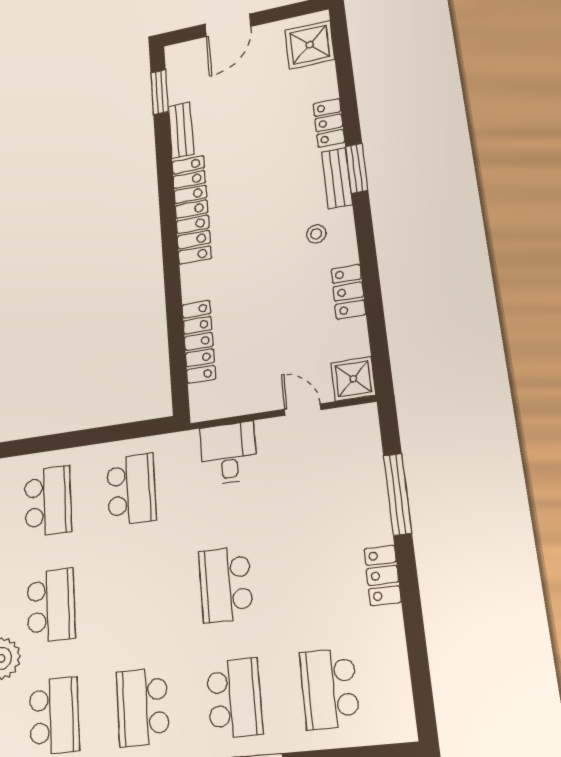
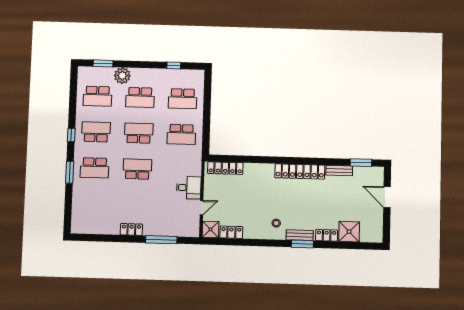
shower: (310, 45) -> (349, 232), moved
locker: (348, 292) -> (231, 232), moved
locker: (199, 341) -> (225, 168), moved
desk: (228, 453) -> (189, 188), moved
school desk: (329, 689) -> (139, 133), moved

